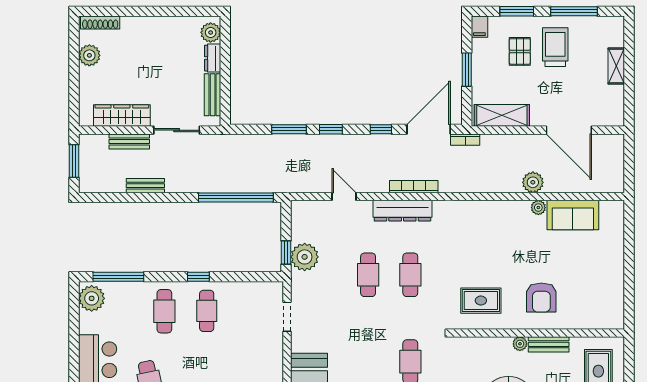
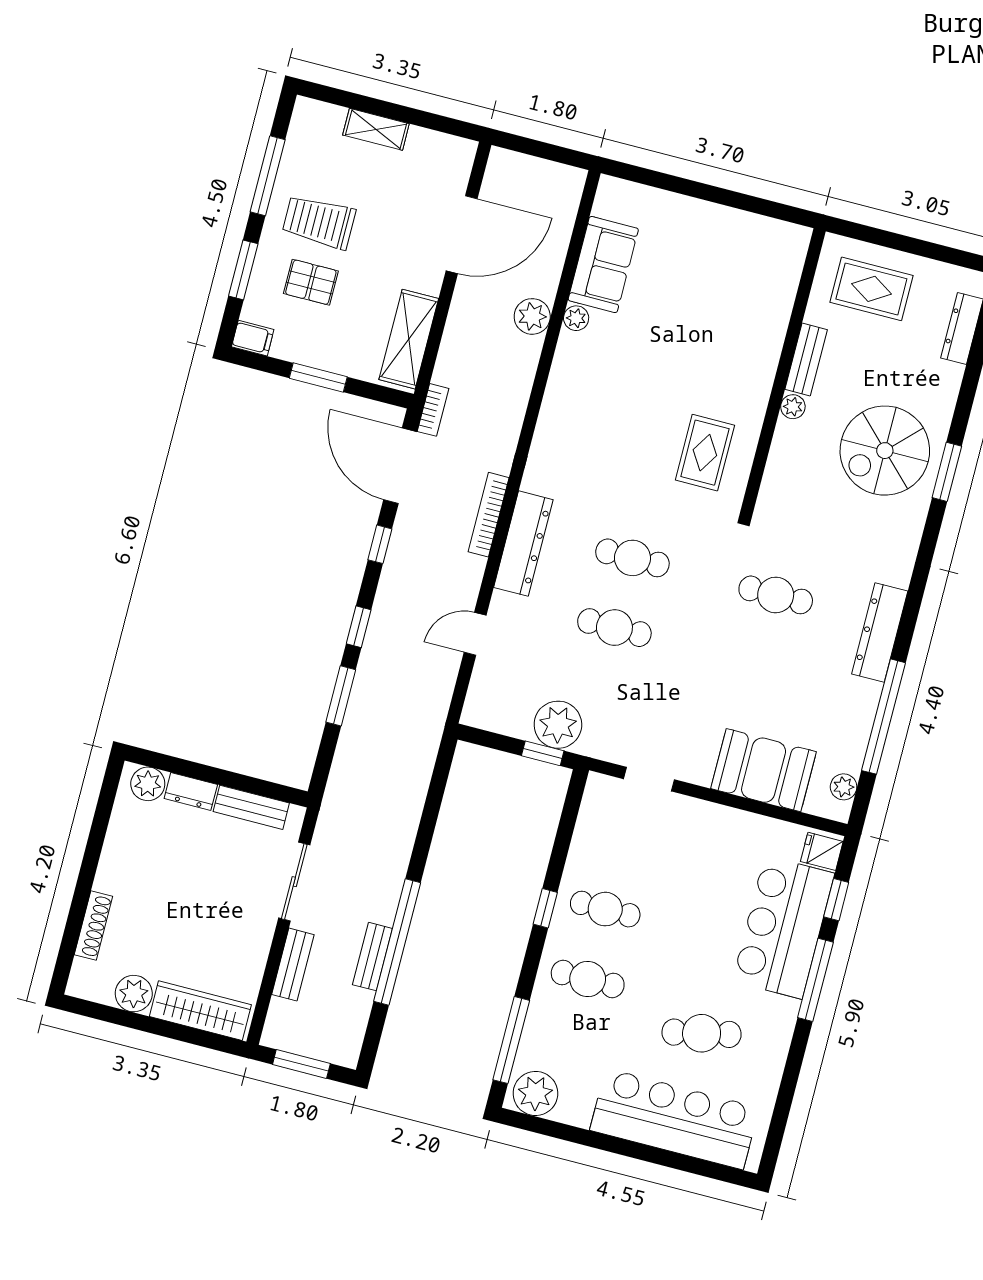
shoe rack: (100, 22) -> (93, 925), moved
wardrobe: (122, 116) -> (200, 1011), moved, turned 90
window: (236, 197) -> (397, 942), moved
armchair: (541, 297) -> (726, 352), removed

